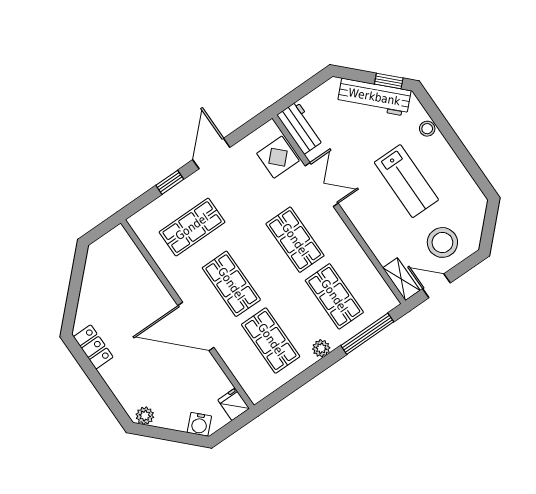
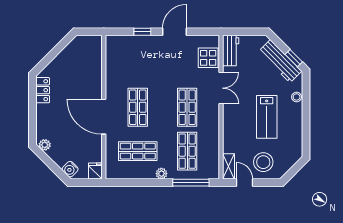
shop shelf: (192, 227) -> (138, 63), removed
shop shelf: (271, 340) -> (138, 151), turned 90

